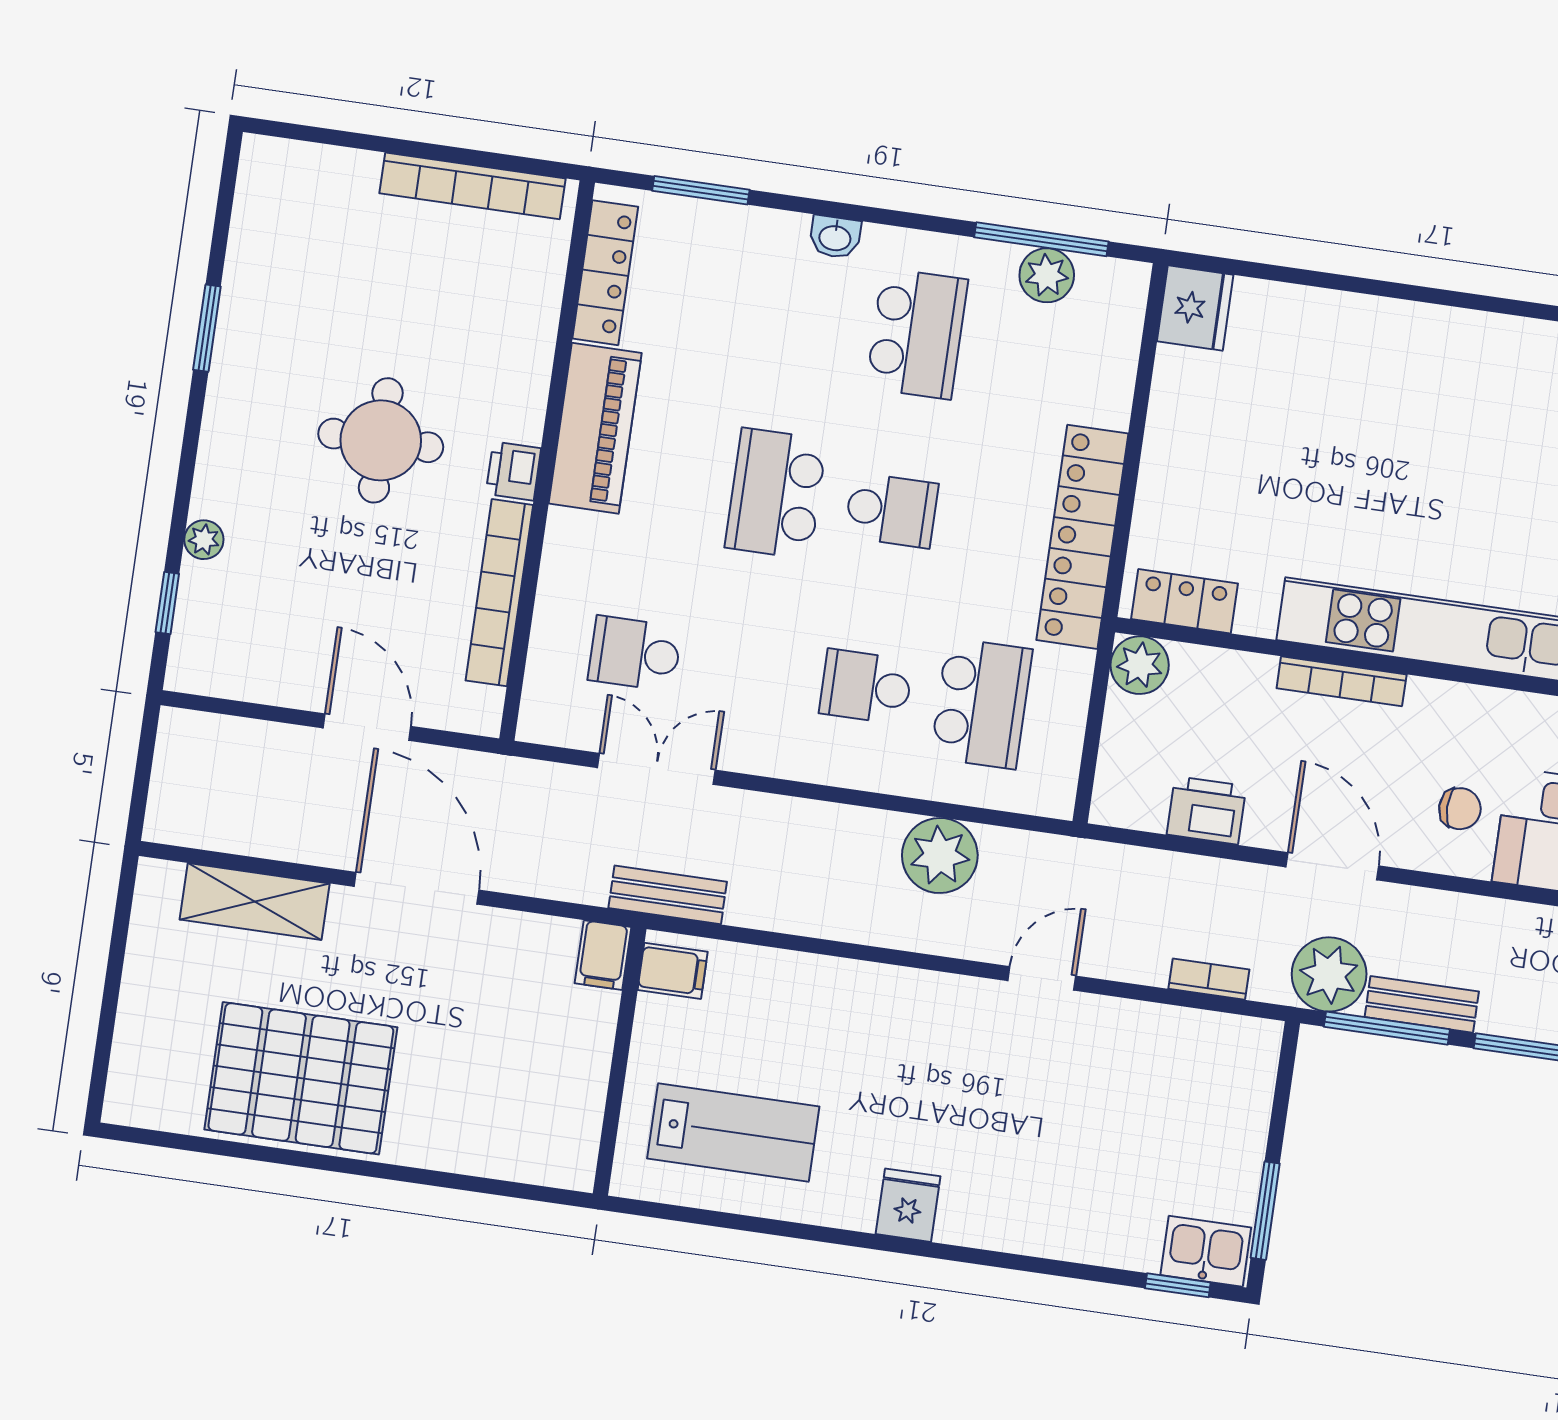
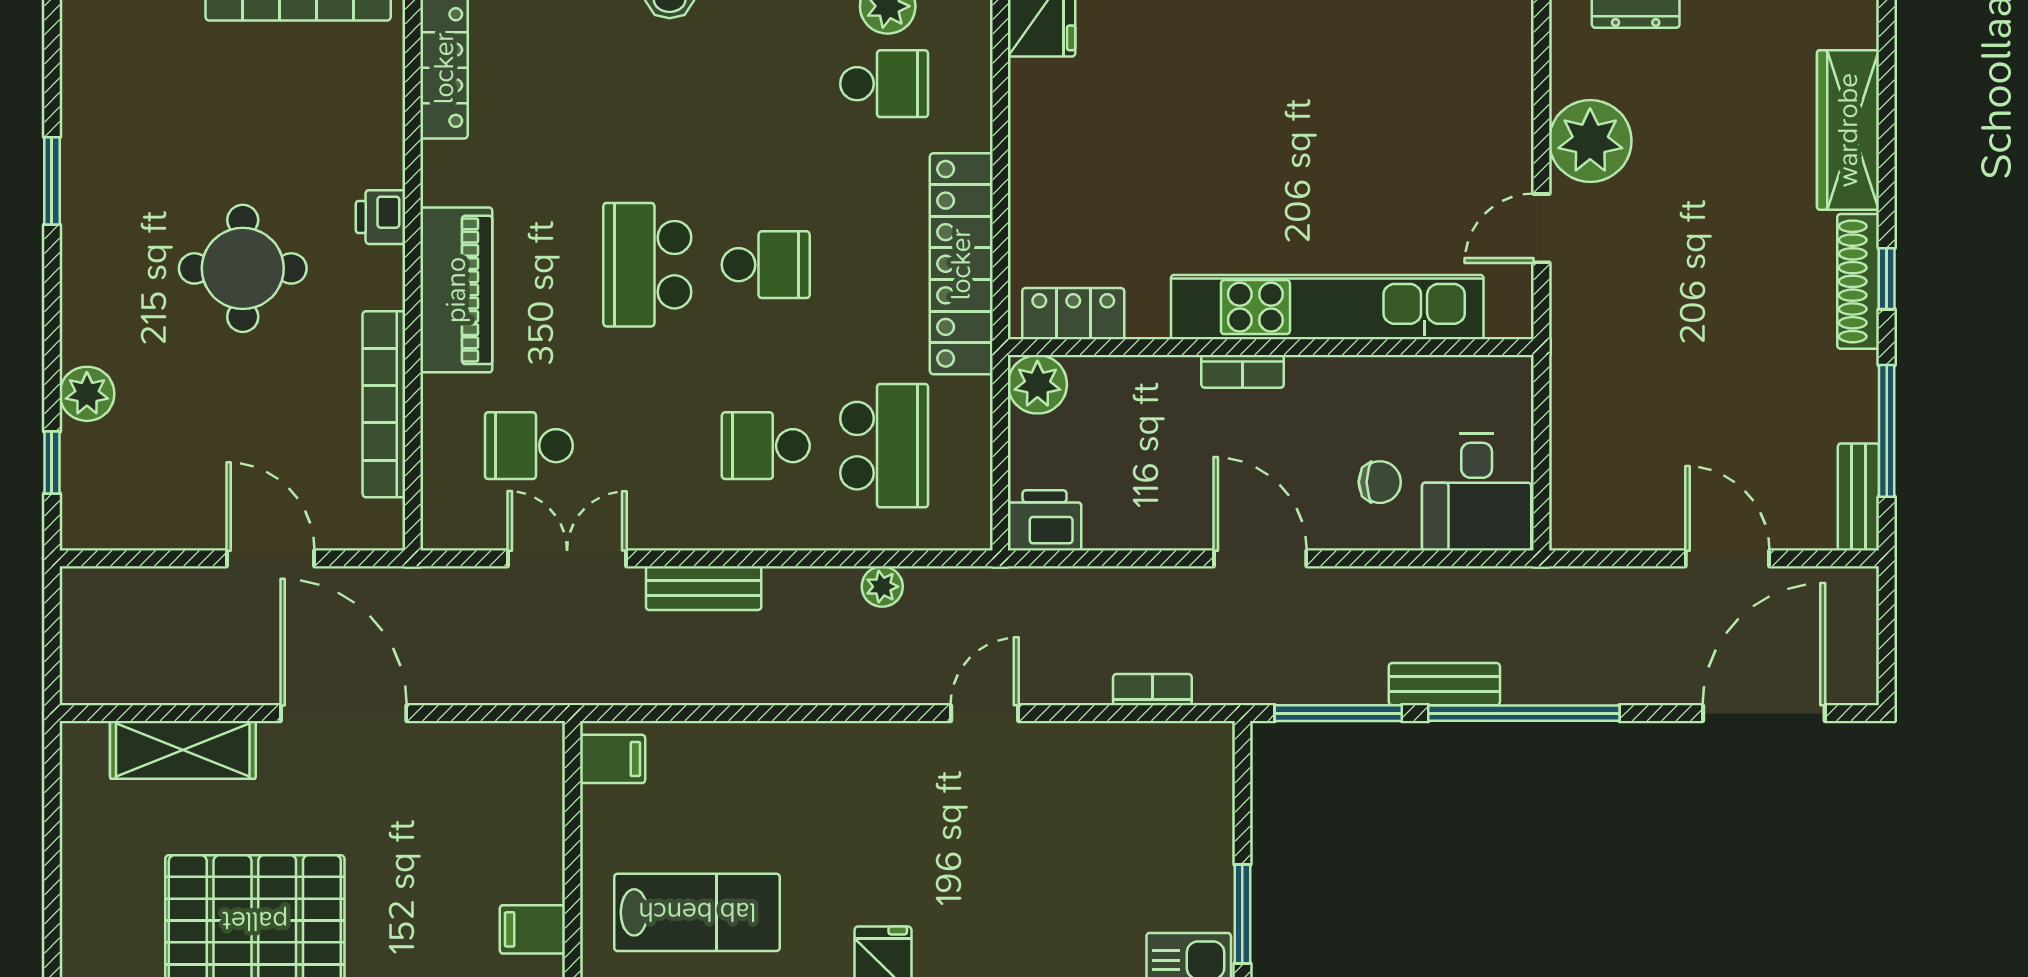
school desk: (917, 334) -> (884, 84), moved, width x0.54
piano: (595, 428) -> (456, 290), moved
printer: (513, 471) -> (380, 217), moved
plant: (204, 540) -> (87, 394), width x1.38, depth x1.38
bookcase: (1342, 681) -> (1243, 371), width x0.64
printer: (1206, 810) -> (1045, 520), moved
plant: (940, 856) -> (882, 587), width x0.53, depth x0.53
bench: (668, 895) -> (704, 588), moved
filing cabinet: (603, 955) -> (532, 929), moved, turned 90
plant: (1329, 974) -> (1272, 668), removed
bench: (1422, 1004) -> (1444, 684), moved

